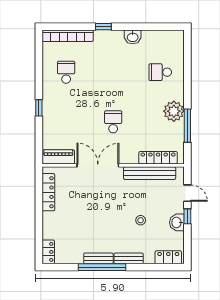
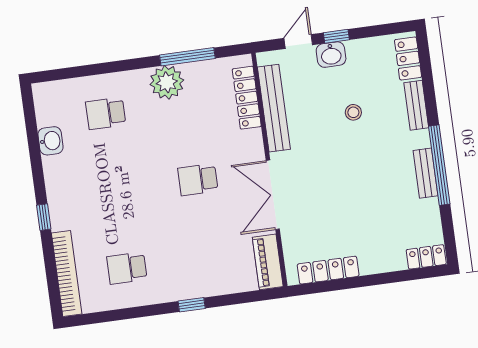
washbasin: (133, 37) -> (51, 141), moved
school desk: (160, 72) -> (106, 113), turned 90
washbasin: (177, 222) -> (331, 55), moved
bench: (129, 258) -> (416, 105), moved

